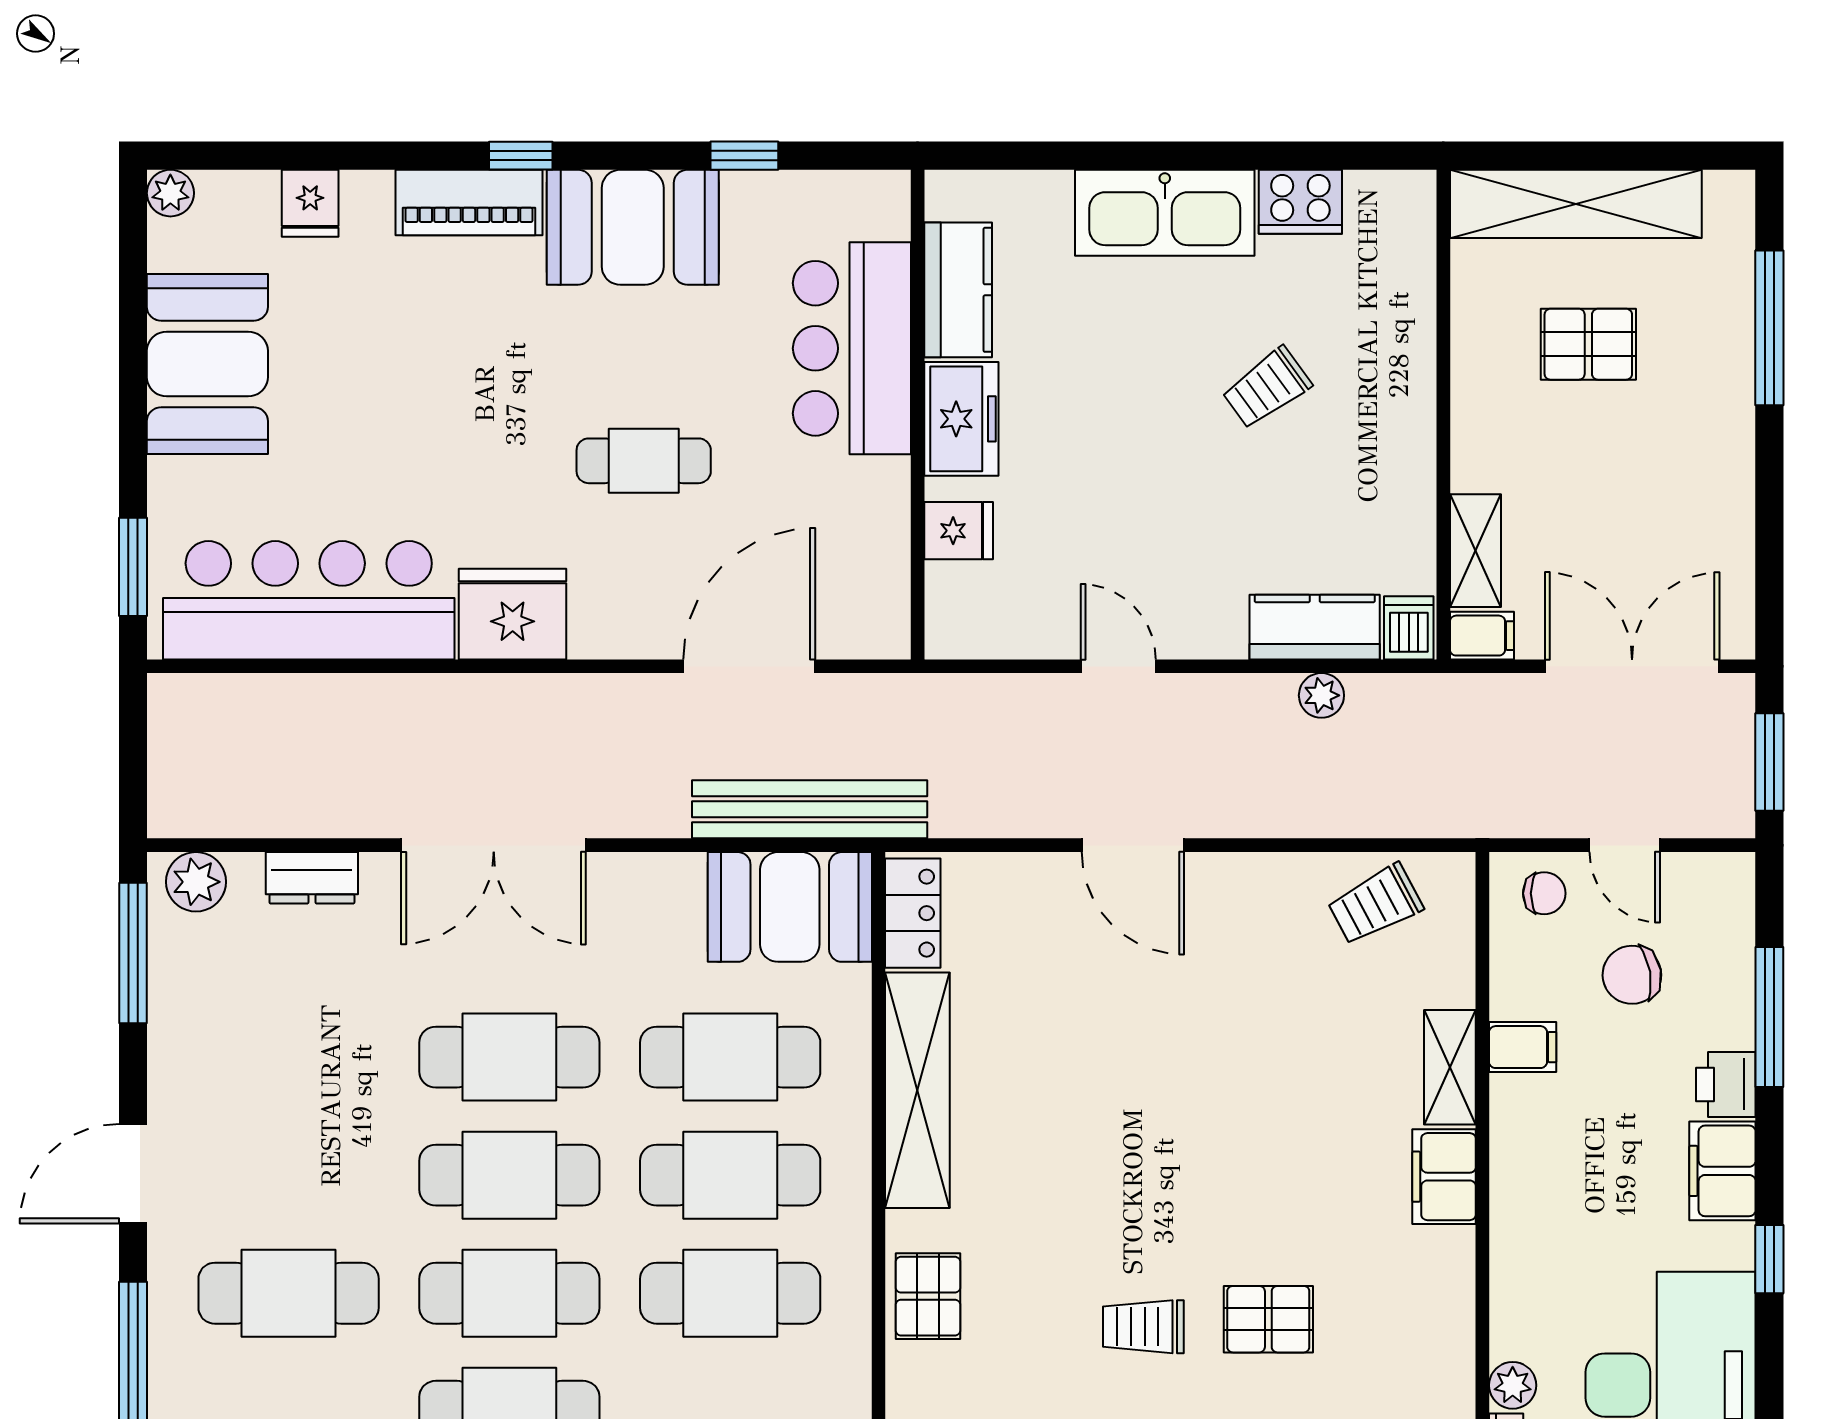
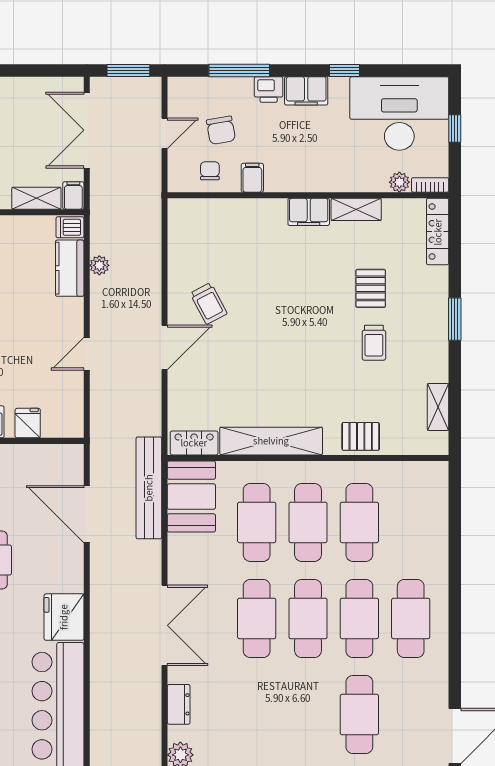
chair: (1544, 893) -> (210, 171), moved
trolley: (1375, 904) -> (209, 303), moved
shelving: (1450, 1067) -> (356, 209), moved

